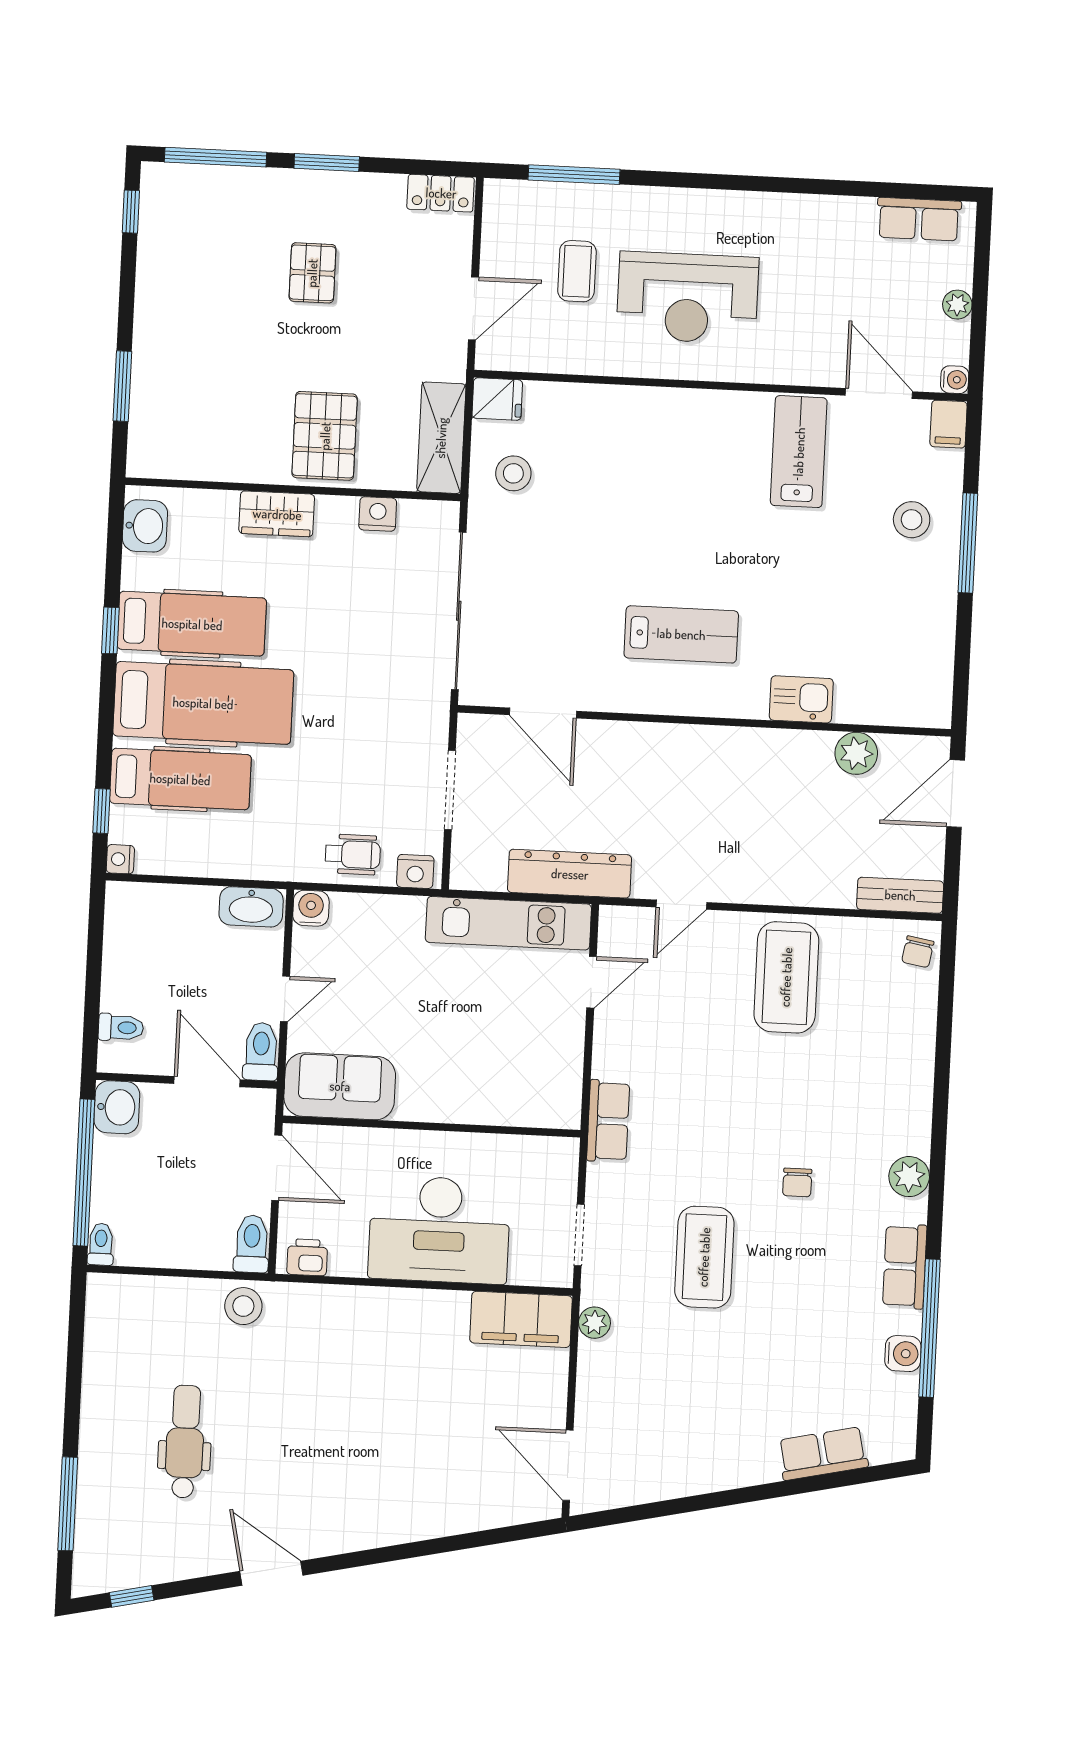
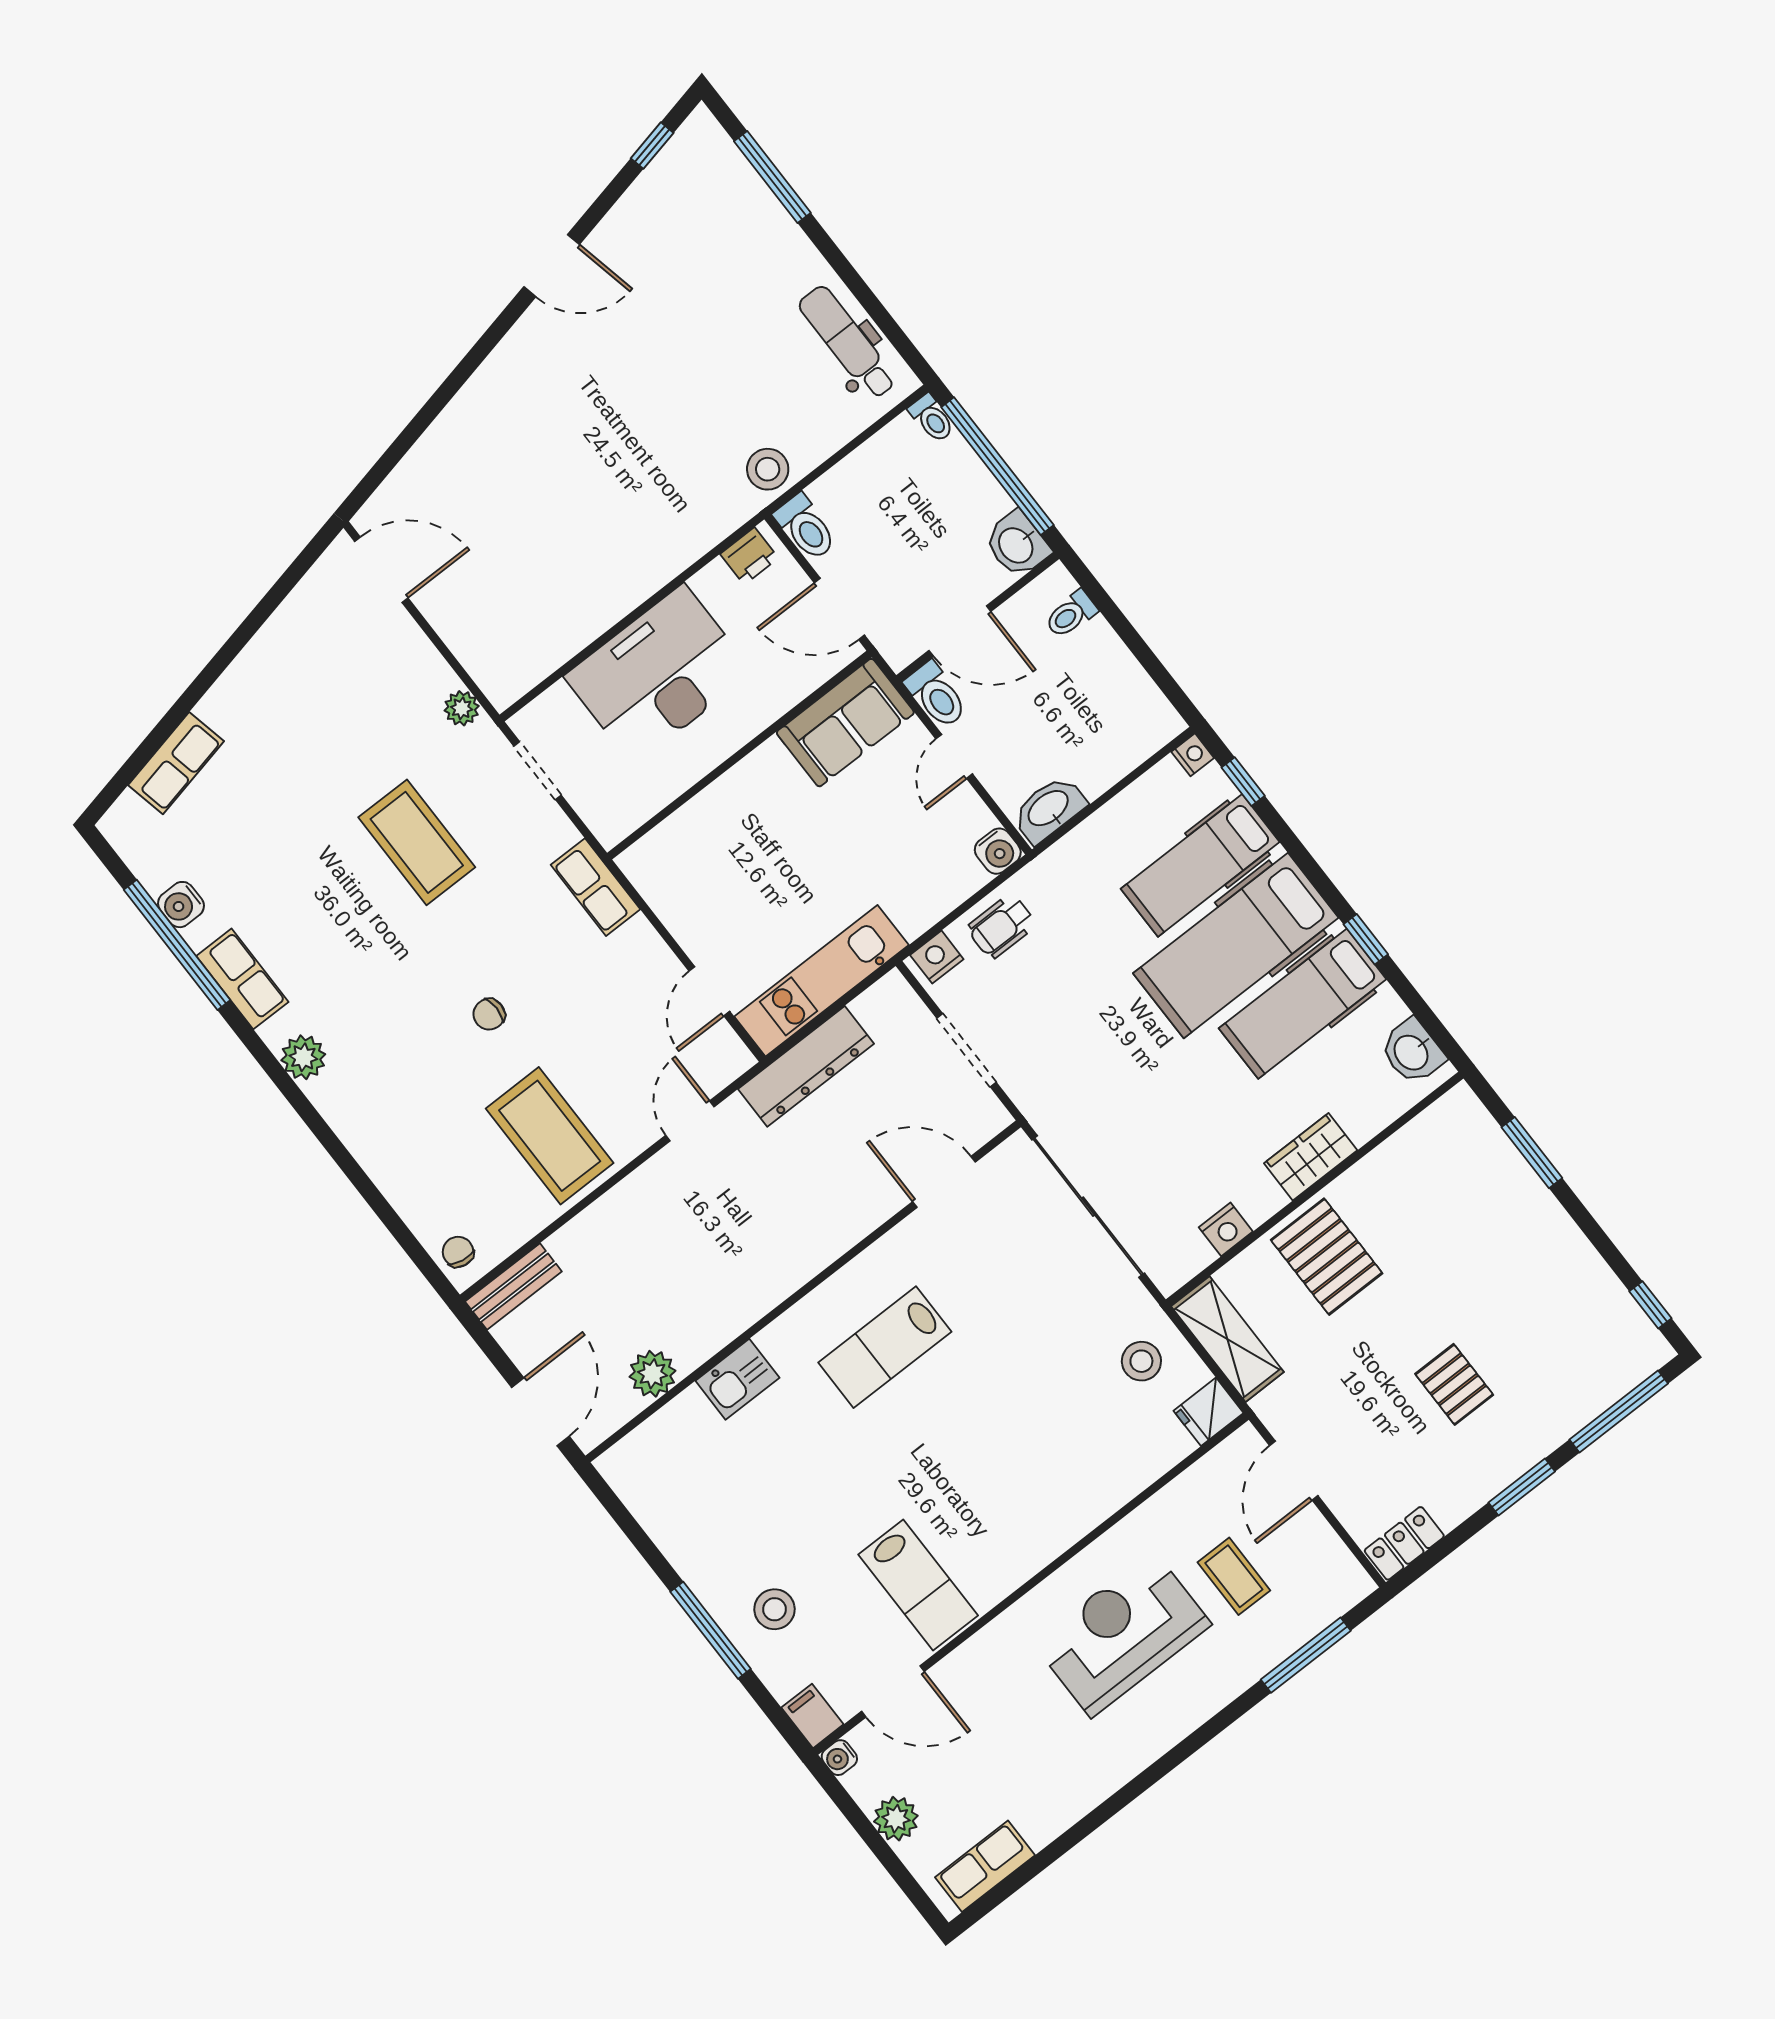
plant: (957, 305) -> (896, 1819), width x1.38, depth x1.38
chair: (797, 1183) -> (489, 1014), moved, turned -90
filing cabinet: (521, 1319) -> (526, 658), removed
dental chair: (185, 1442) -> (848, 342), moved, turned 180

